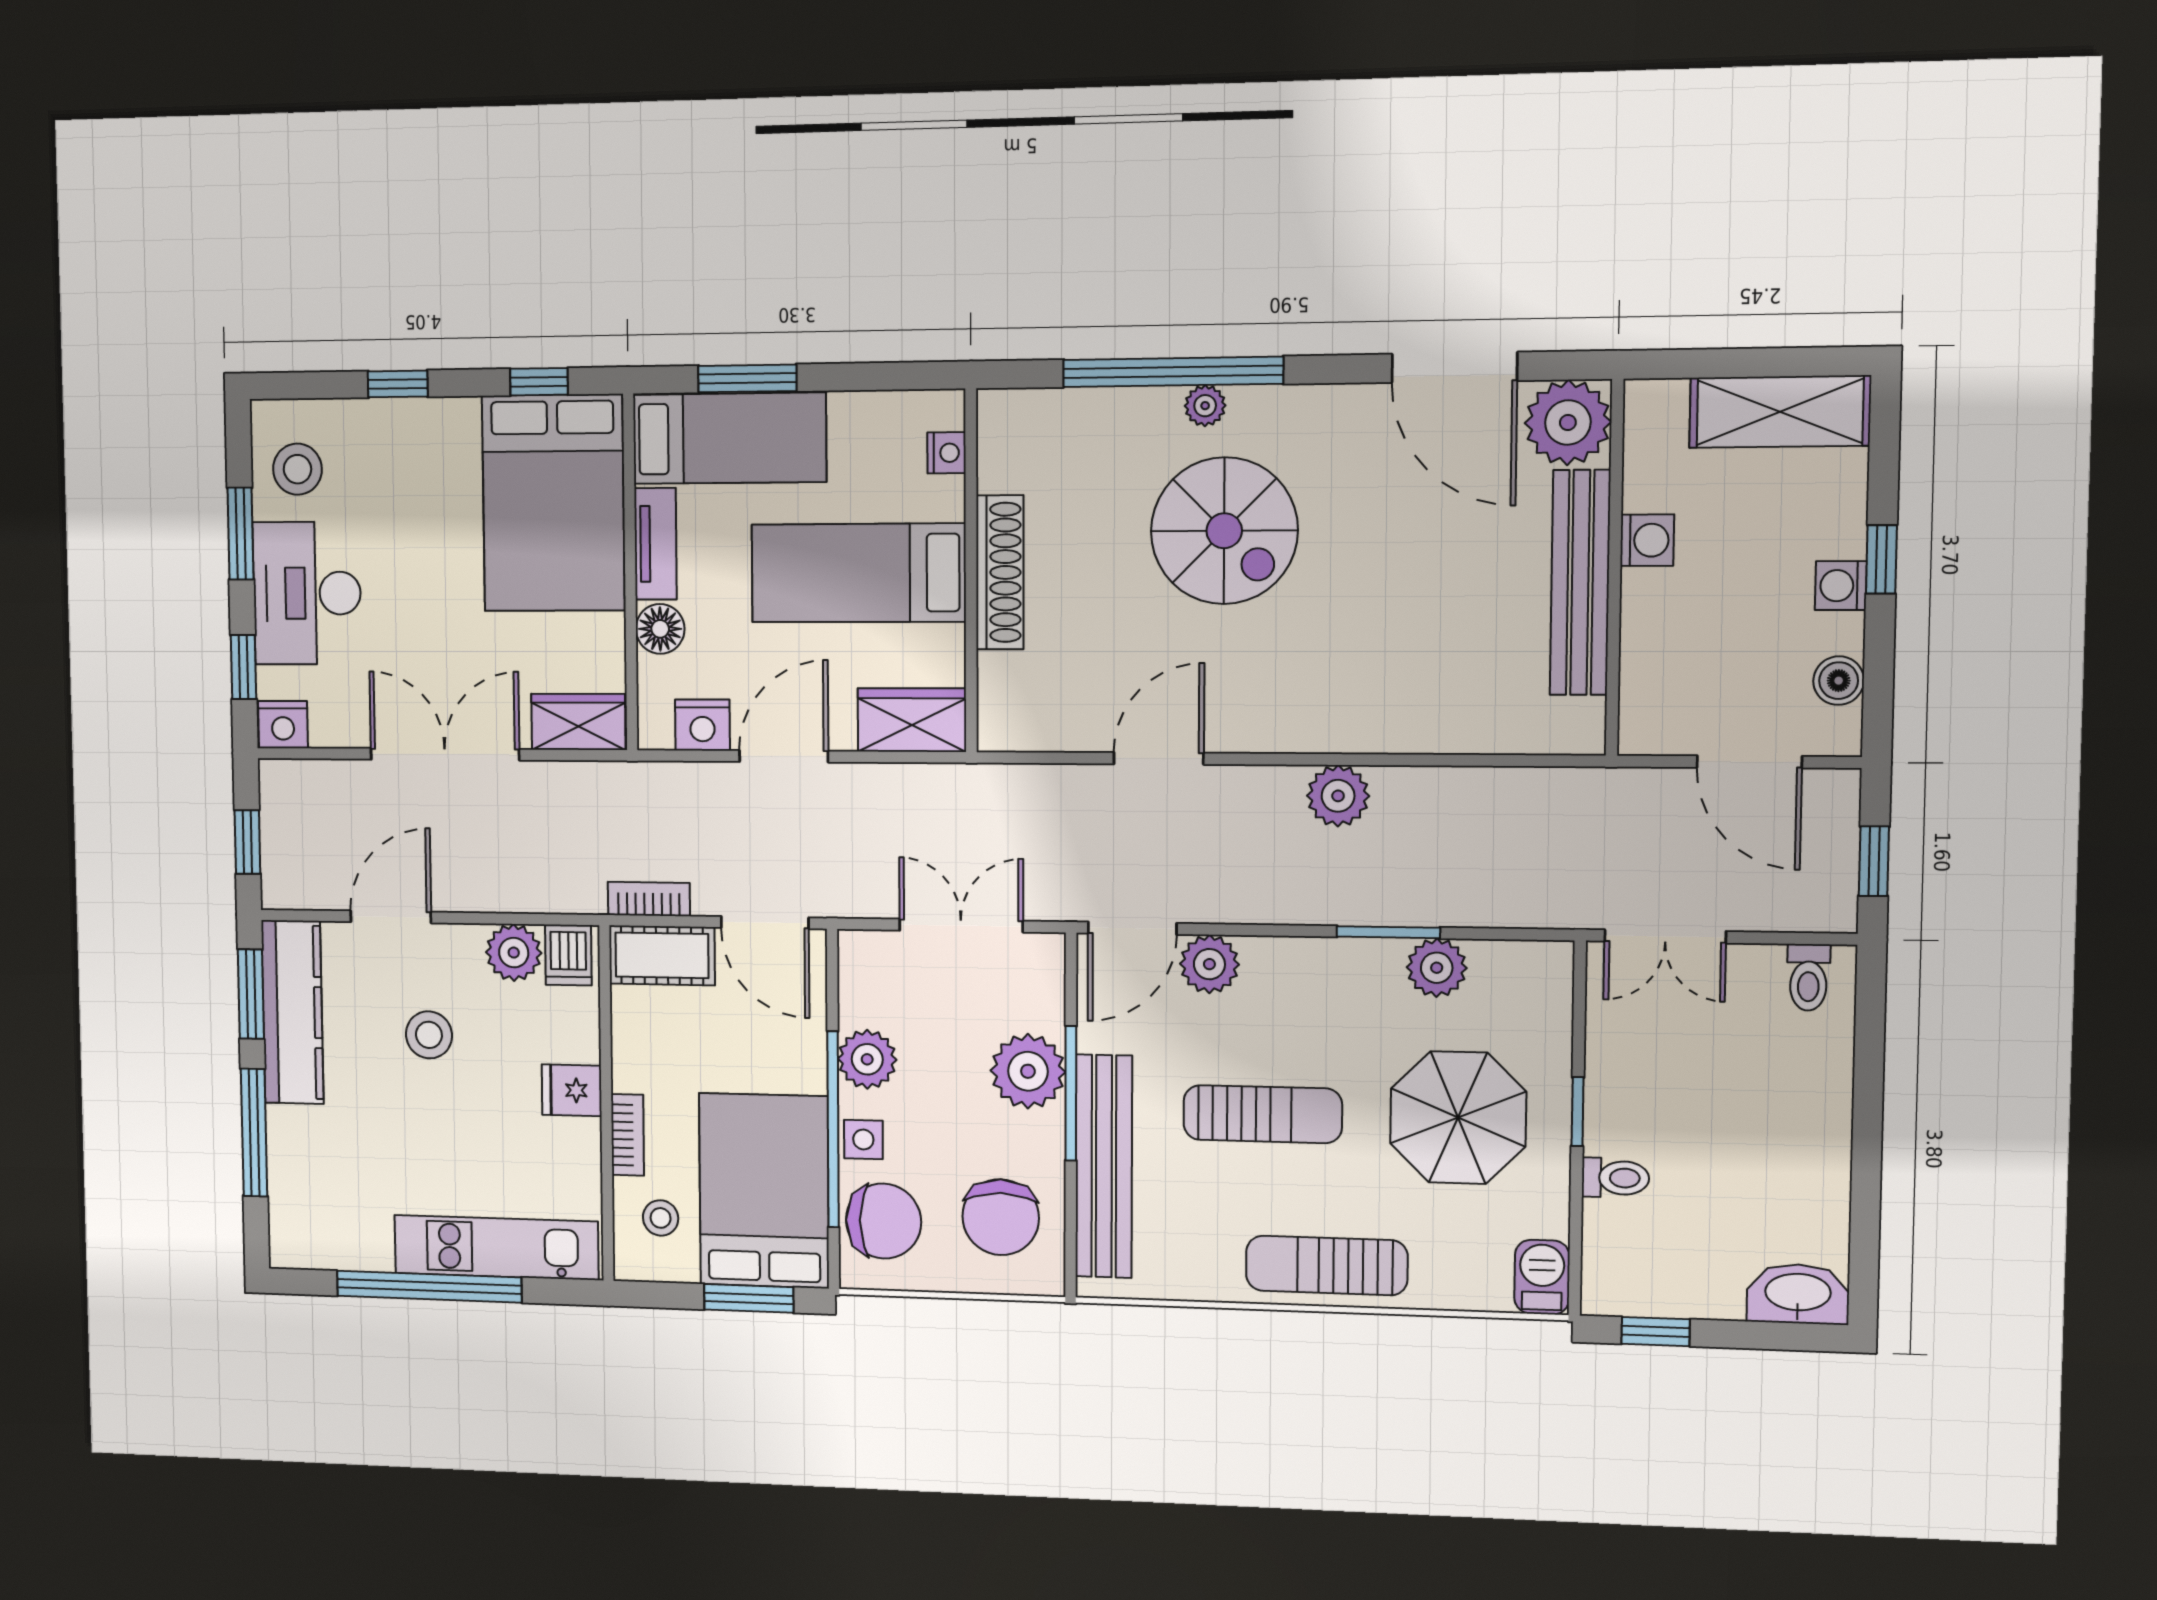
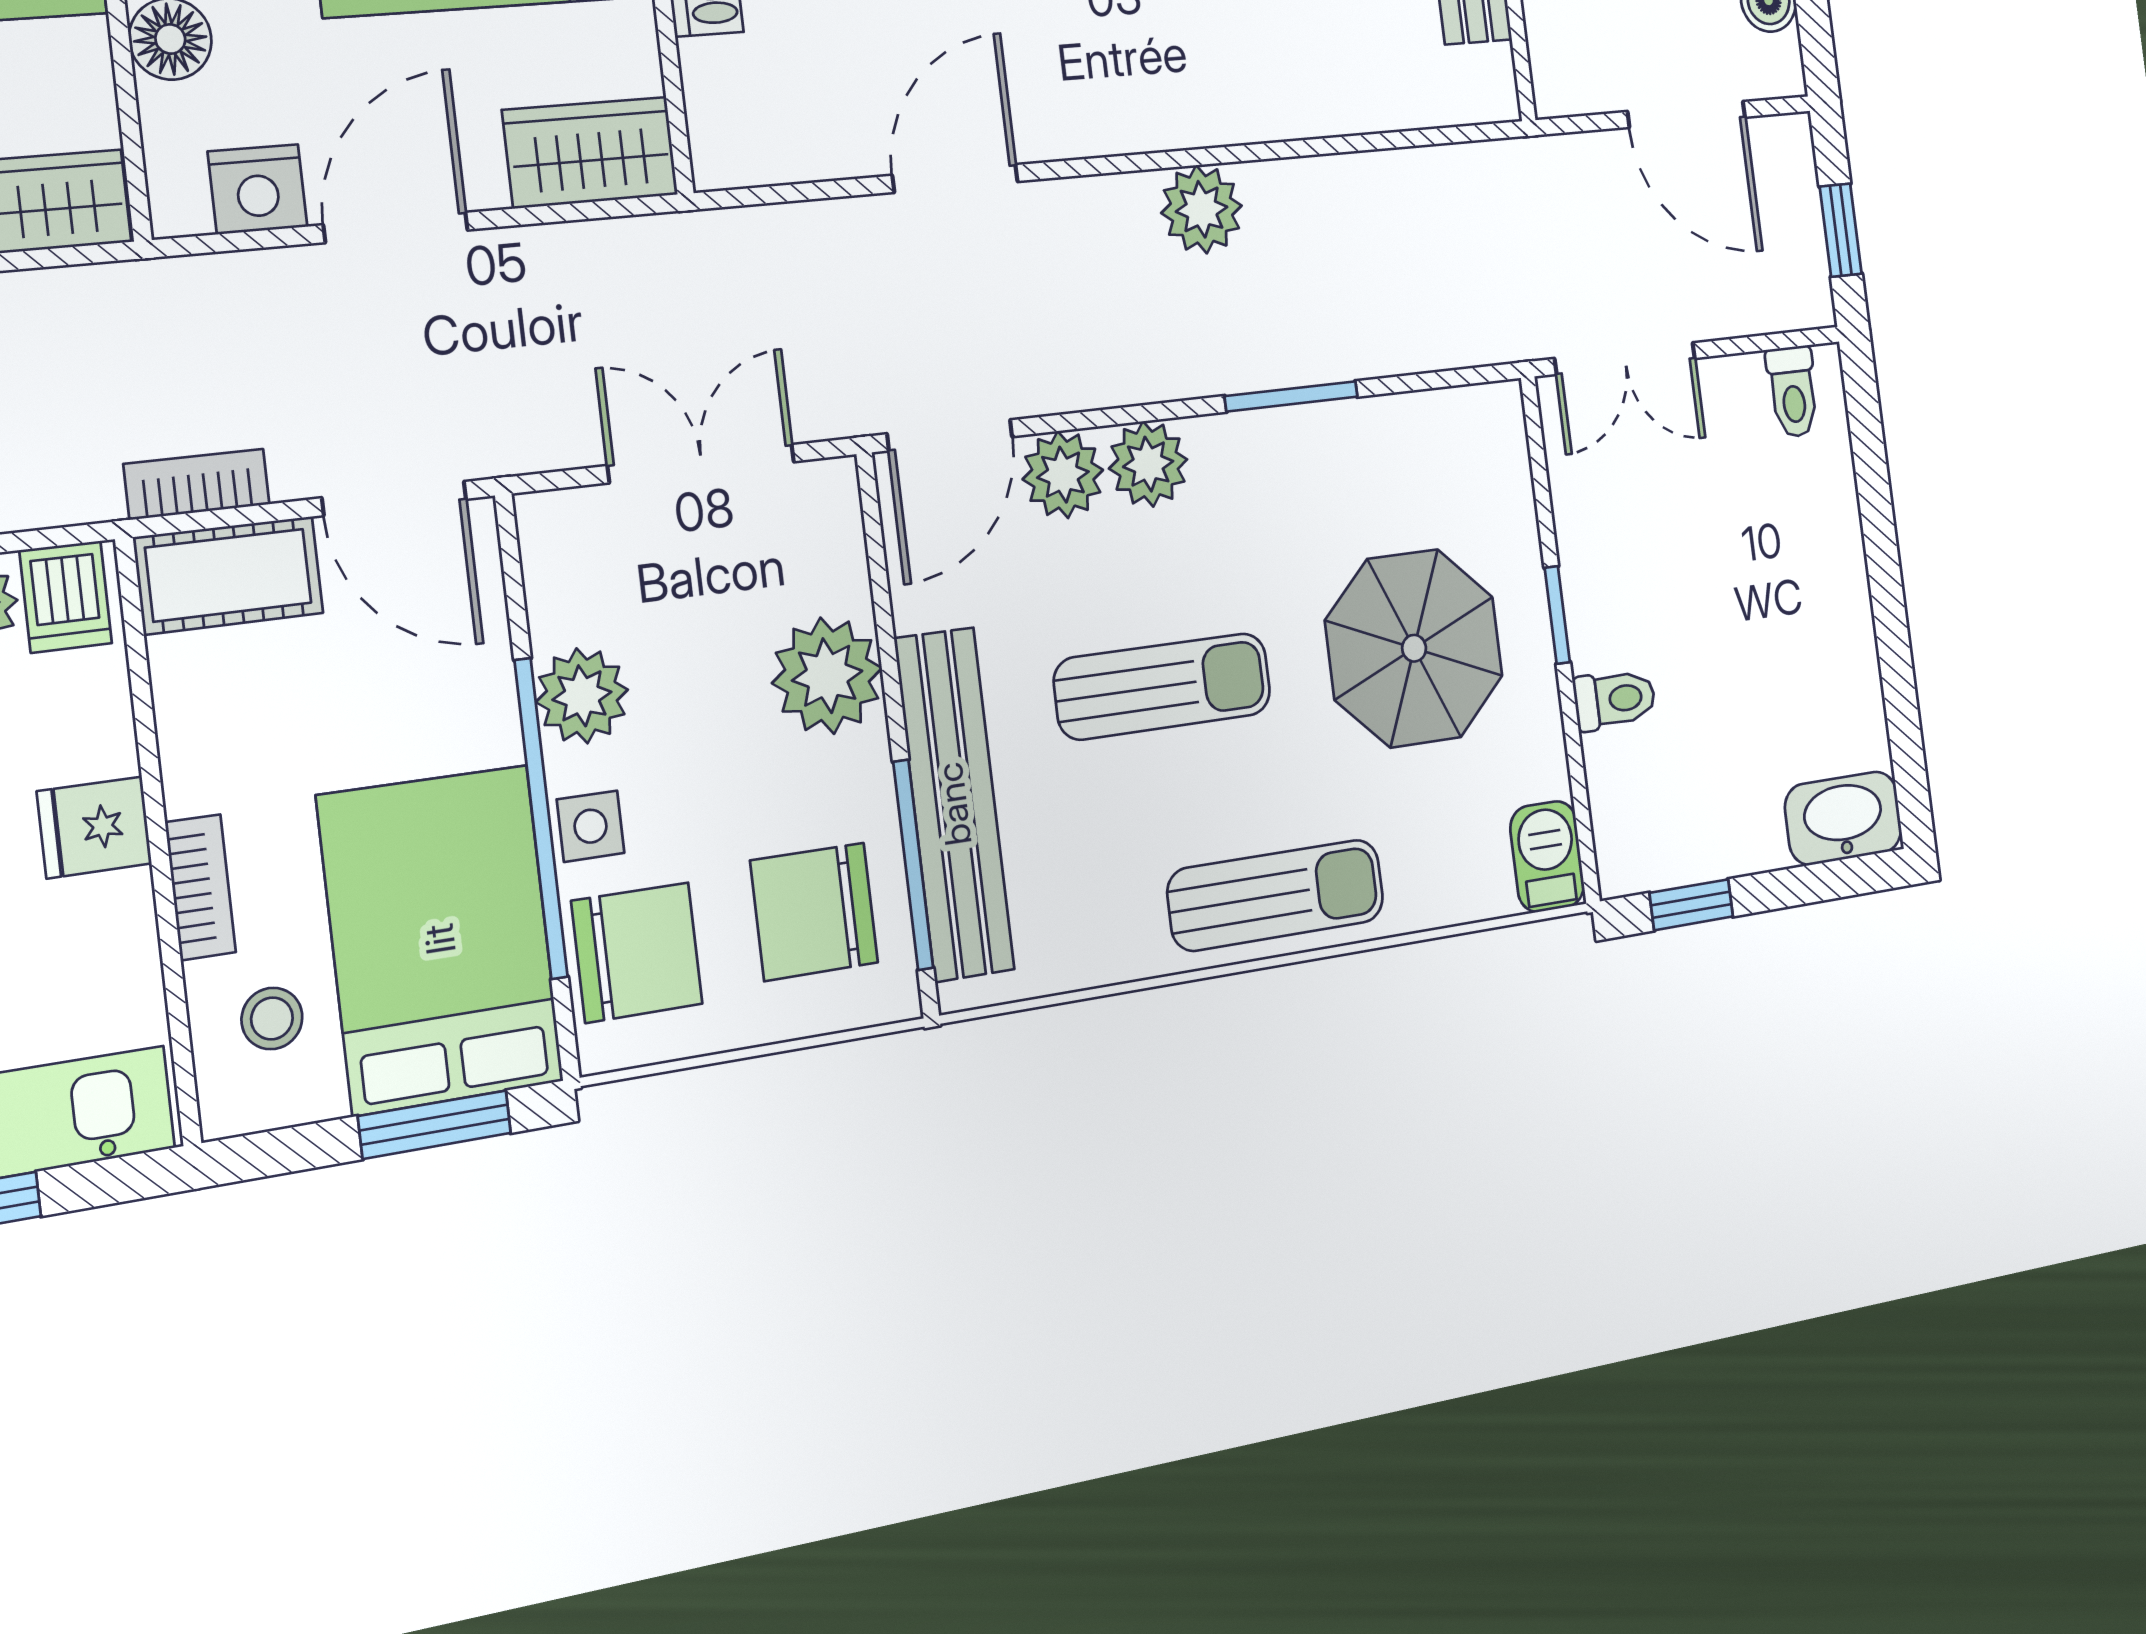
plant: (1437, 968) -> (1148, 464), moved
window: (1071, 1093) -> (913, 865), moved
chair: (1001, 1217) -> (814, 912), turned 90
sun lounger: (1327, 1265) -> (1276, 895), turned 180

